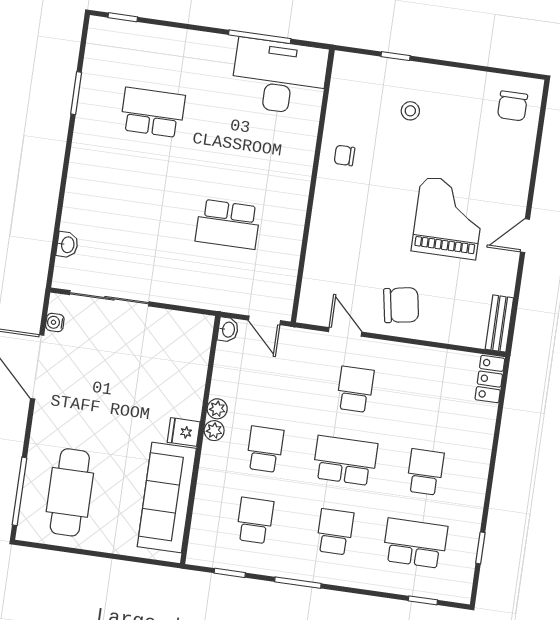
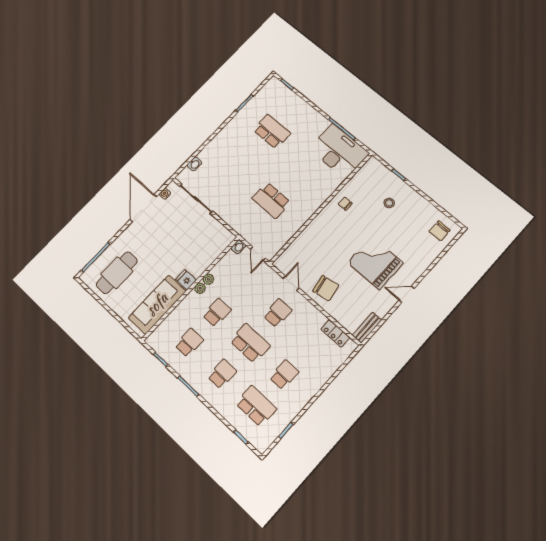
grand piano: (449, 218) -> (375, 263), turned -90
locker: (490, 379) -> (335, 333), moved, turned -90

